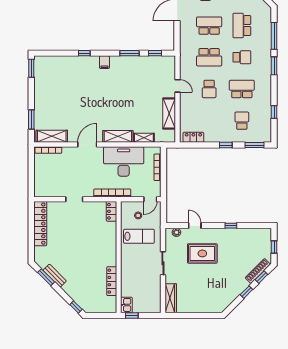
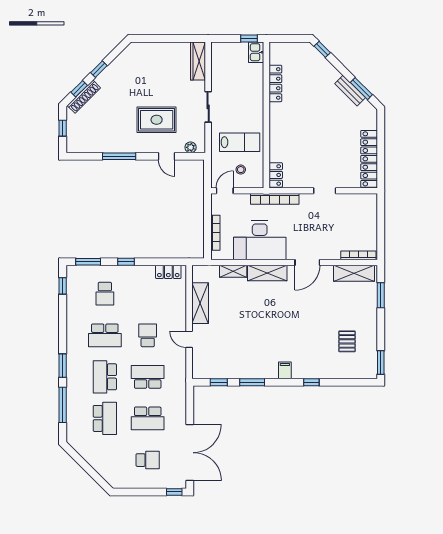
school desk: (242, 57) -> (105, 377), width x1.85
pallet: (57, 84) -> (347, 341), added
window: (274, 112) -> (63, 286), moved
window: (231, 226) -> (119, 156), width x2.17
lab bench: (139, 236) -> (240, 142), turned 180

